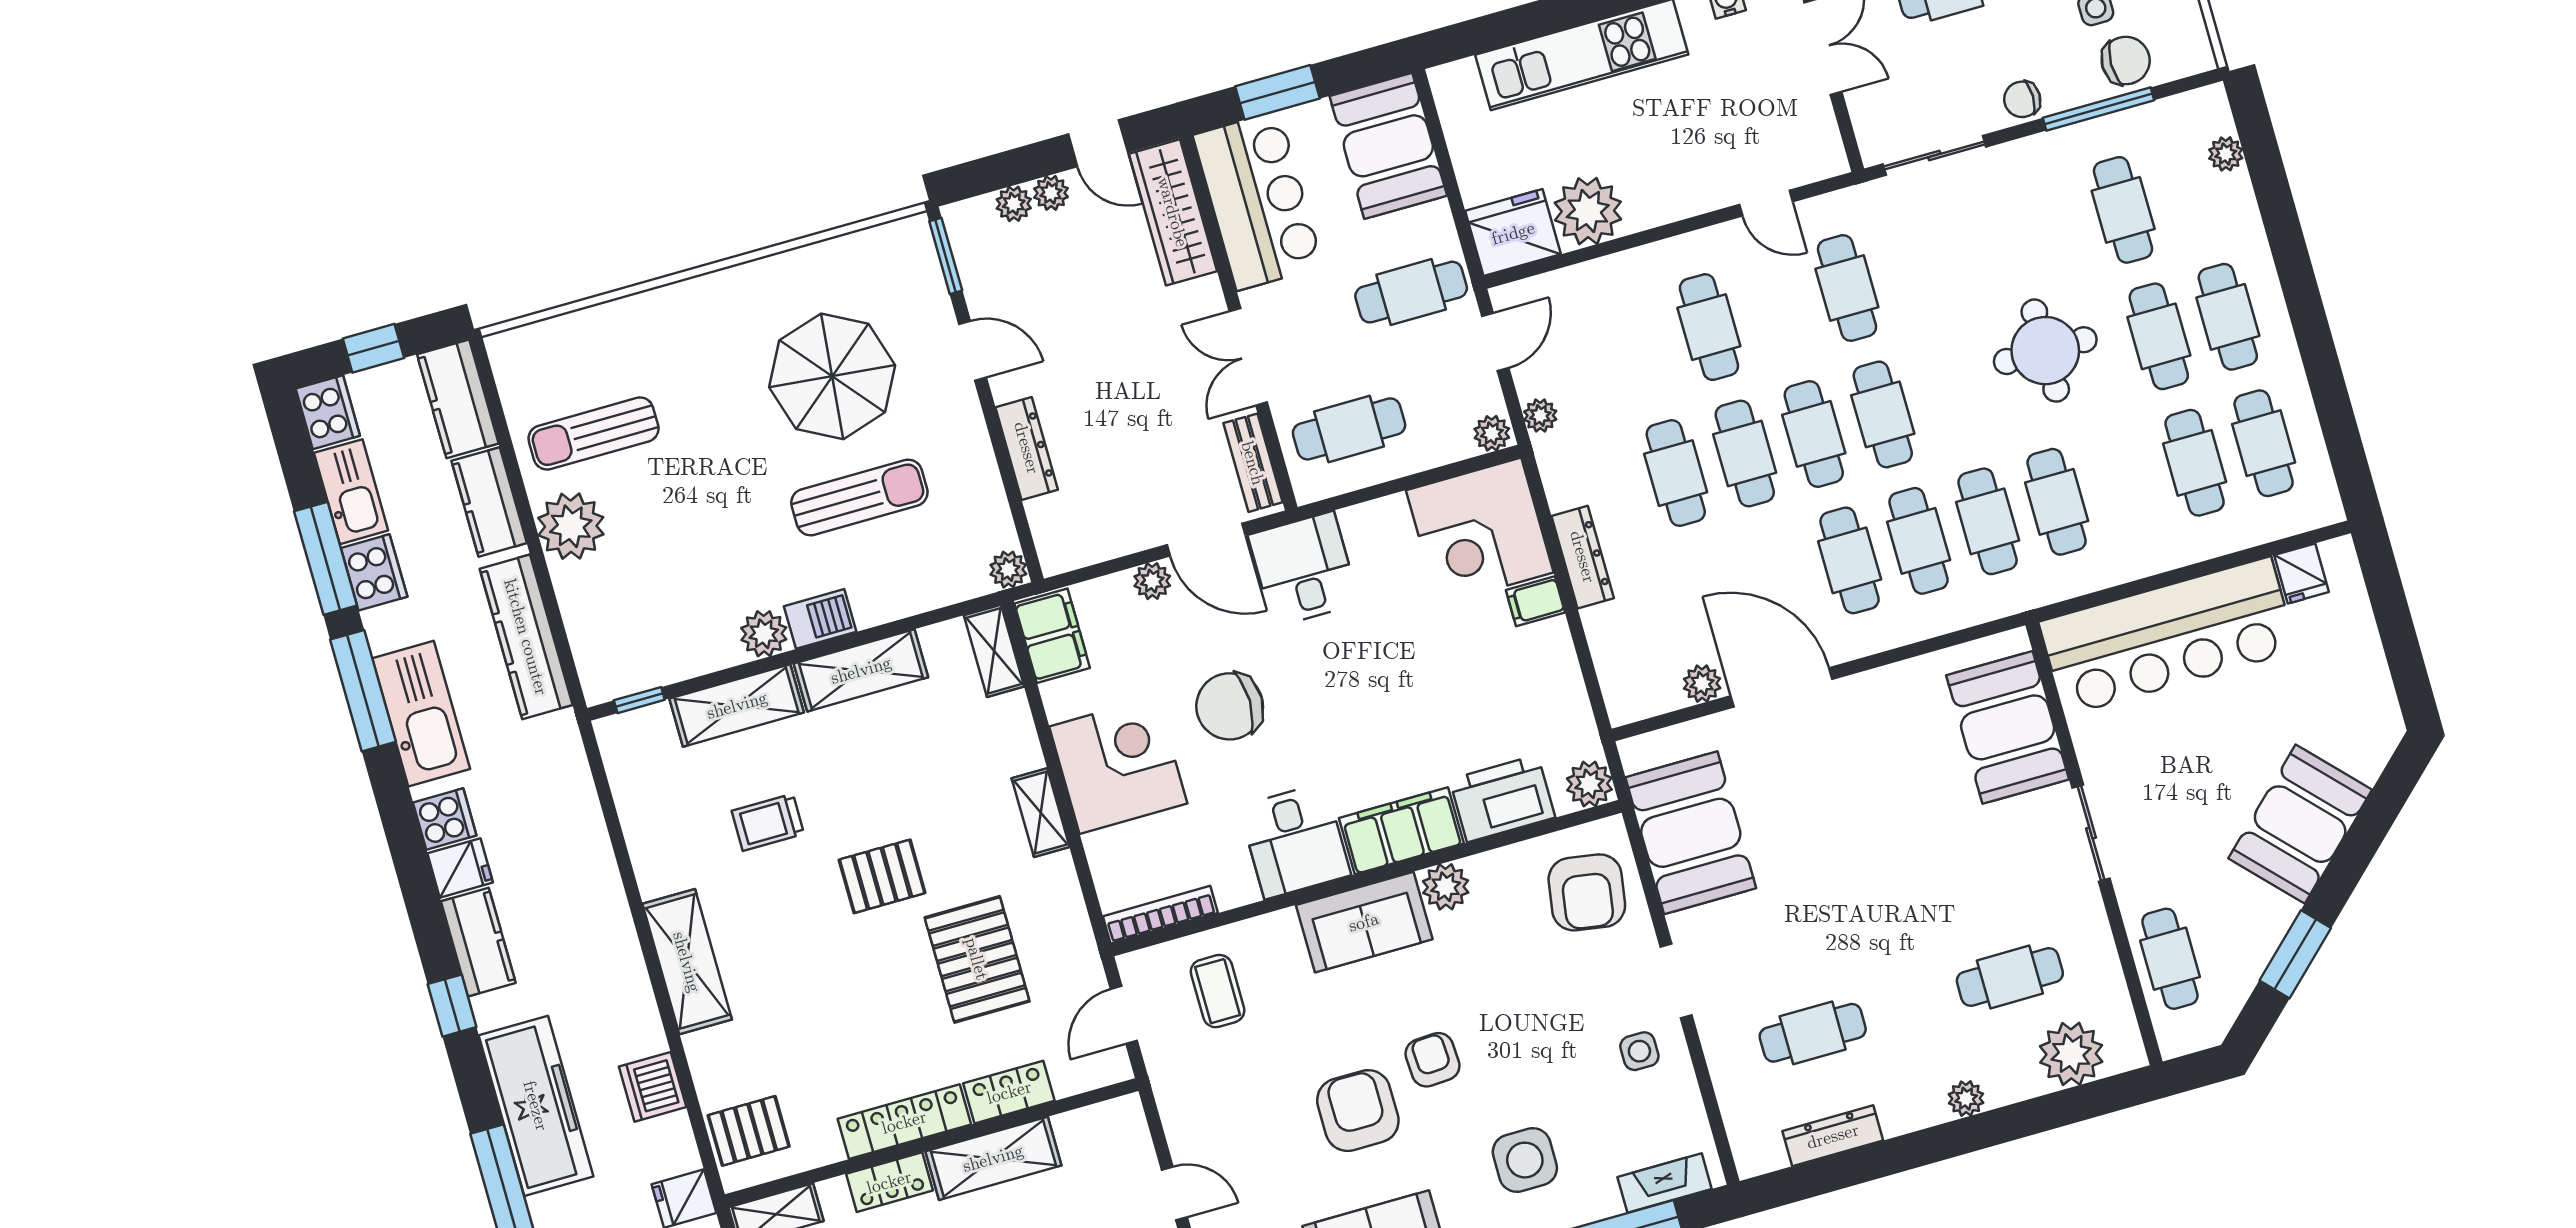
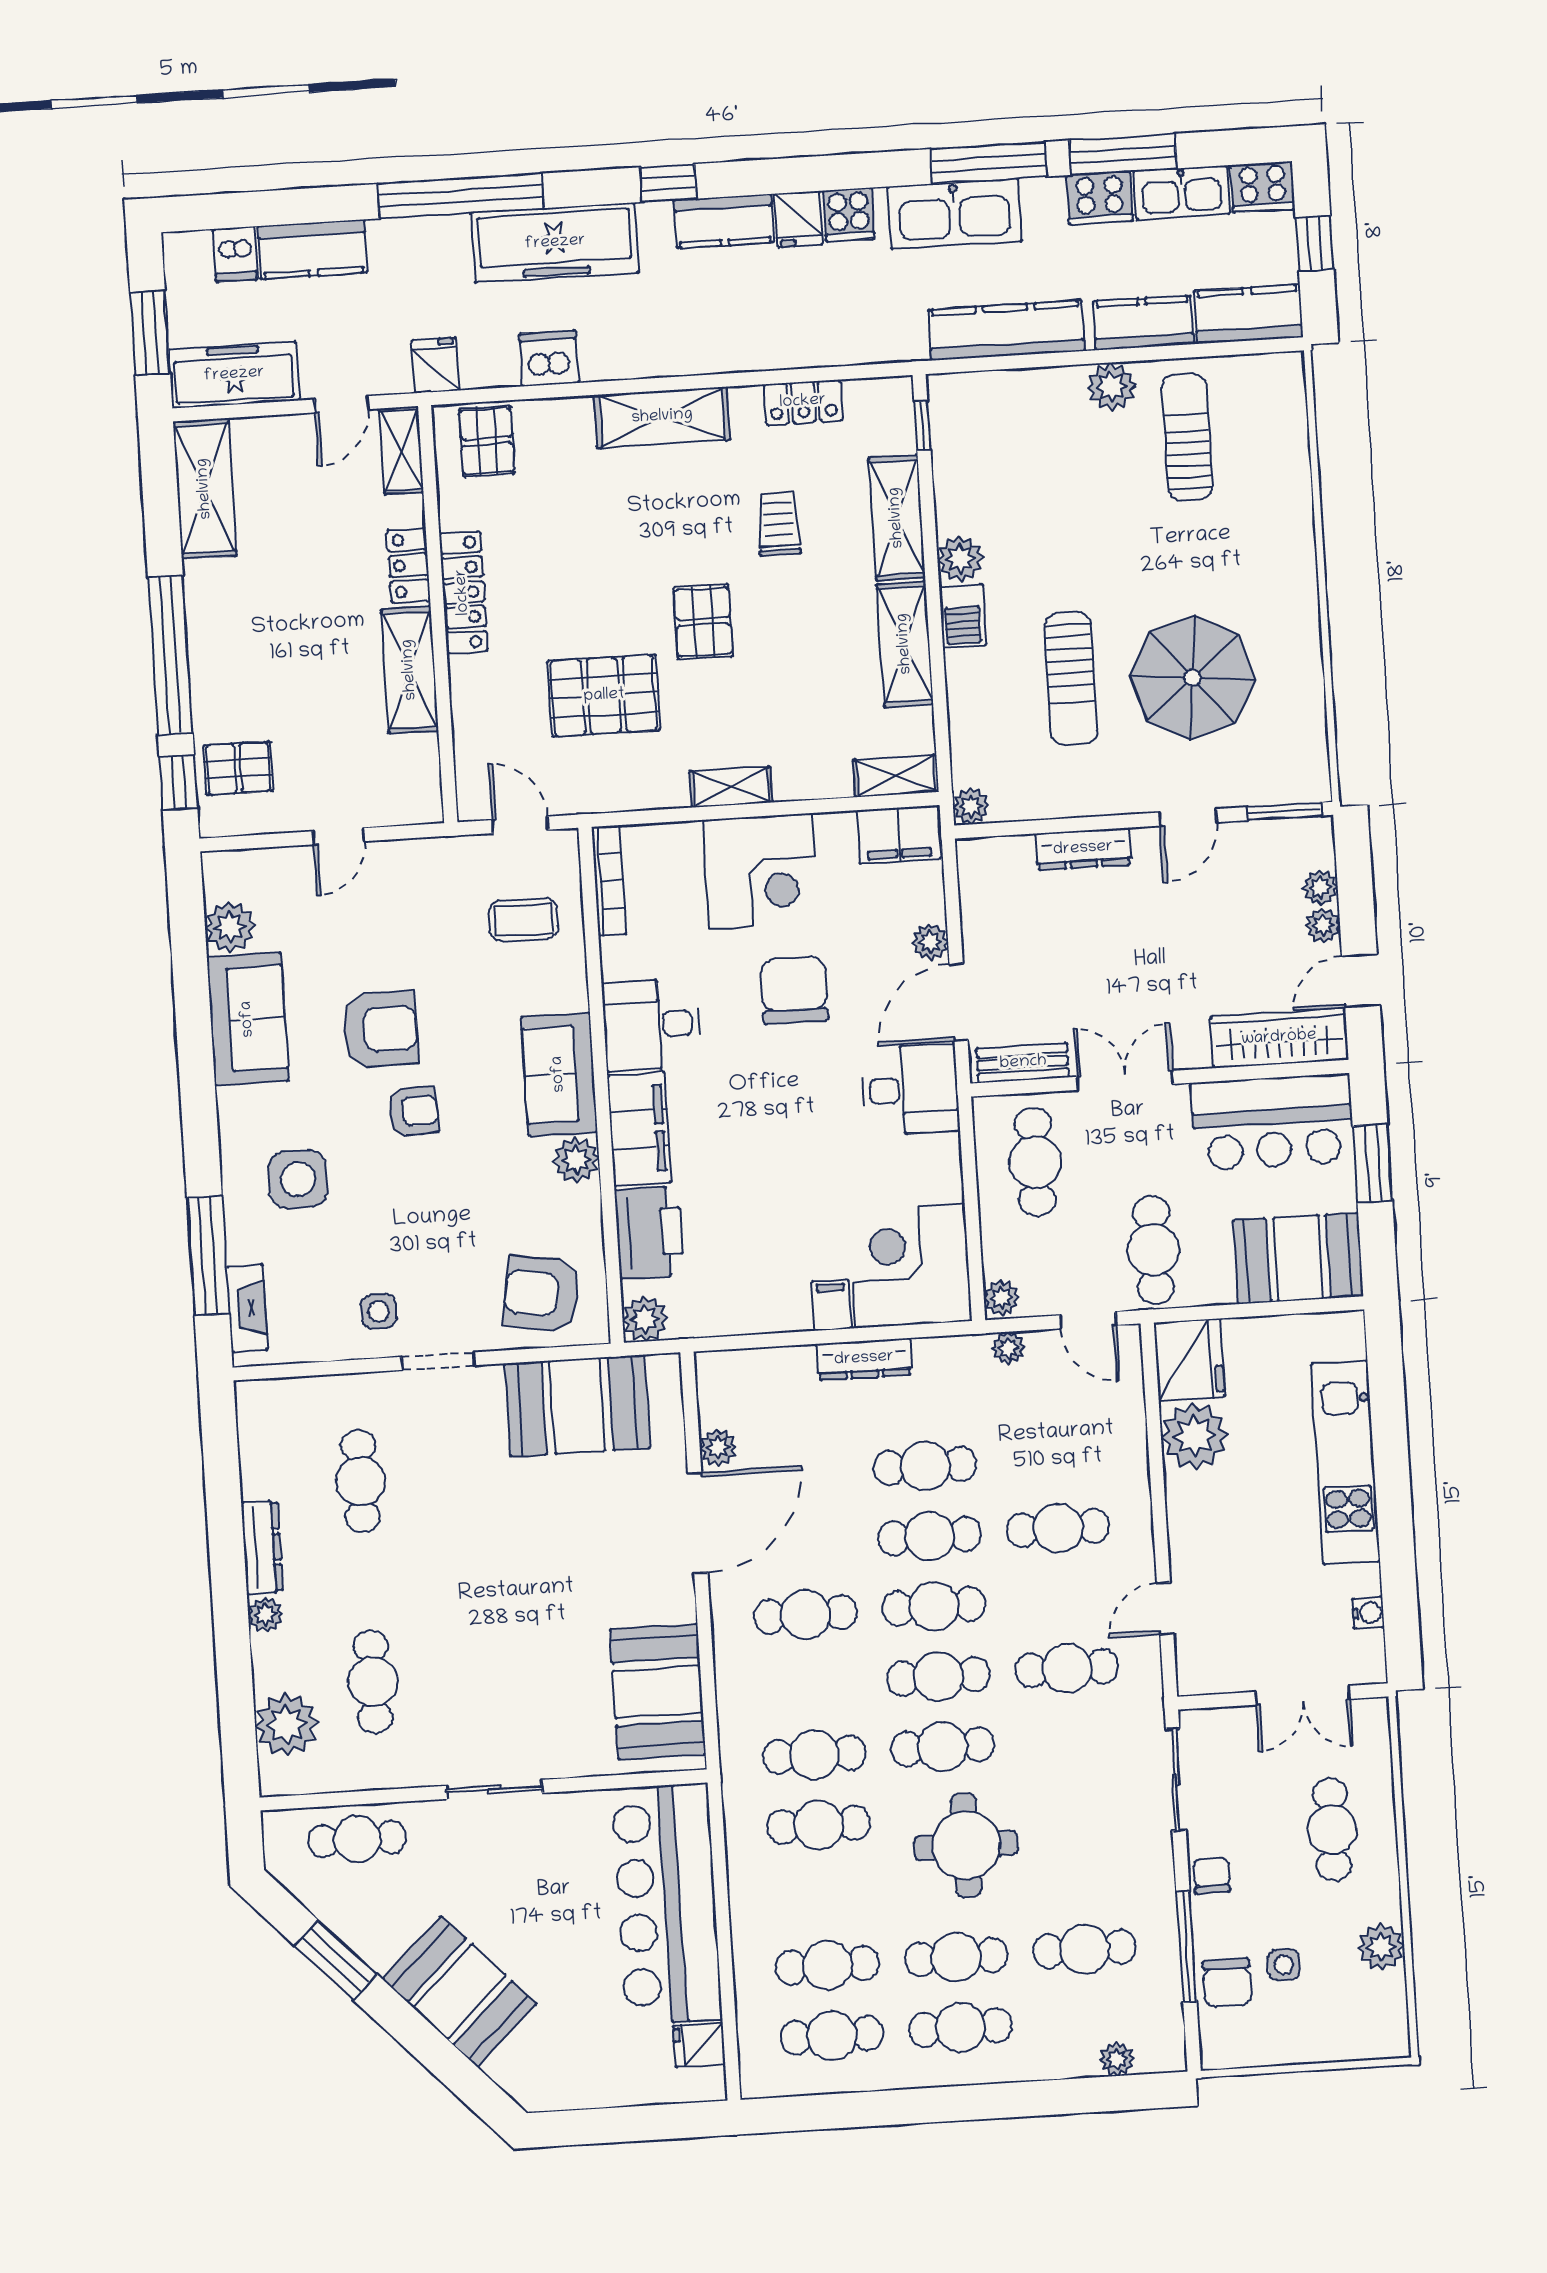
plant: (571, 526) -> (1111, 387), width x0.73, depth x0.73
cafe table: (1919, 541) -> (943, 1747), moved
booth: (2008, 727) -> (658, 1692), moved, turned 90
locker: (1009, 1092) -> (803, 402), moved, turned 90
dresser: (1833, 1136) -> (262, 1547), moved

